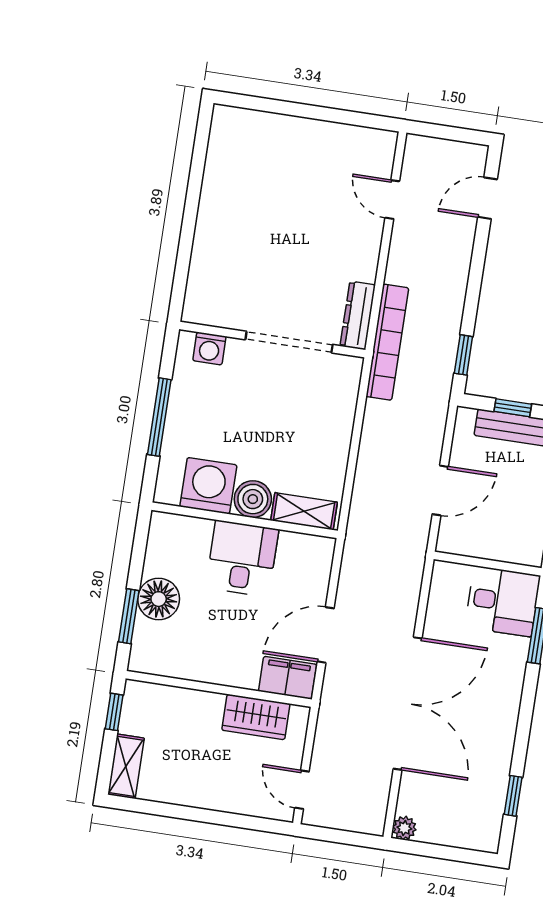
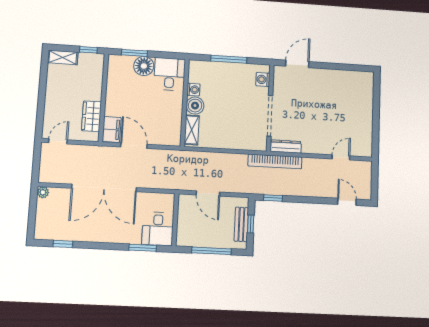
door: (182, 270) -> (297, 64), added
washing machine: (208, 486) -> (193, 90), width x0.53, depth x0.53
desk: (242, 558) -> (169, 74), moved, turned -90

